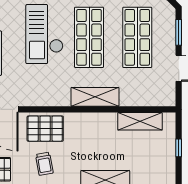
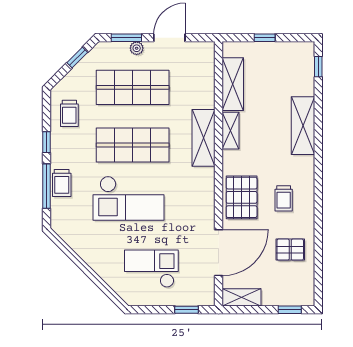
plant: (170, 41) -> (137, 48), added
shelving: (101, 119) -> (231, 131), added
trolley: (44, 164) -> (284, 198), turned 100

